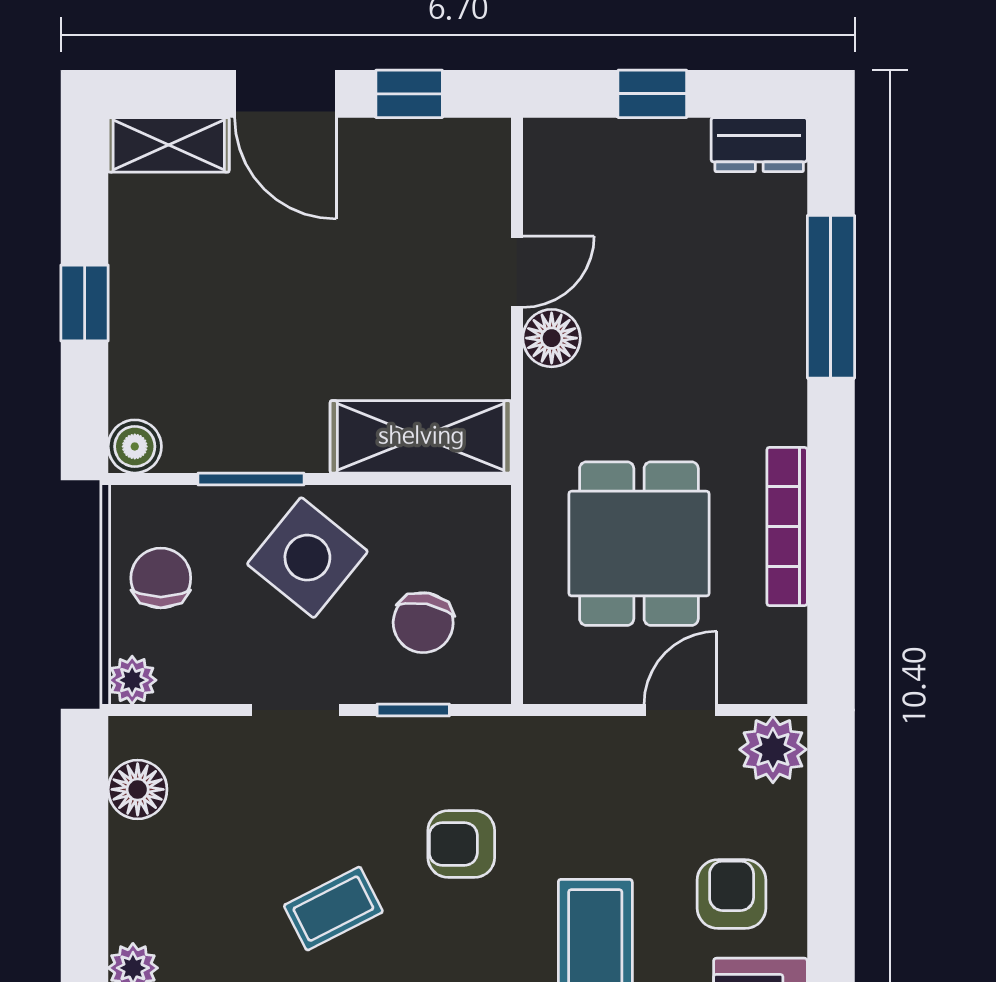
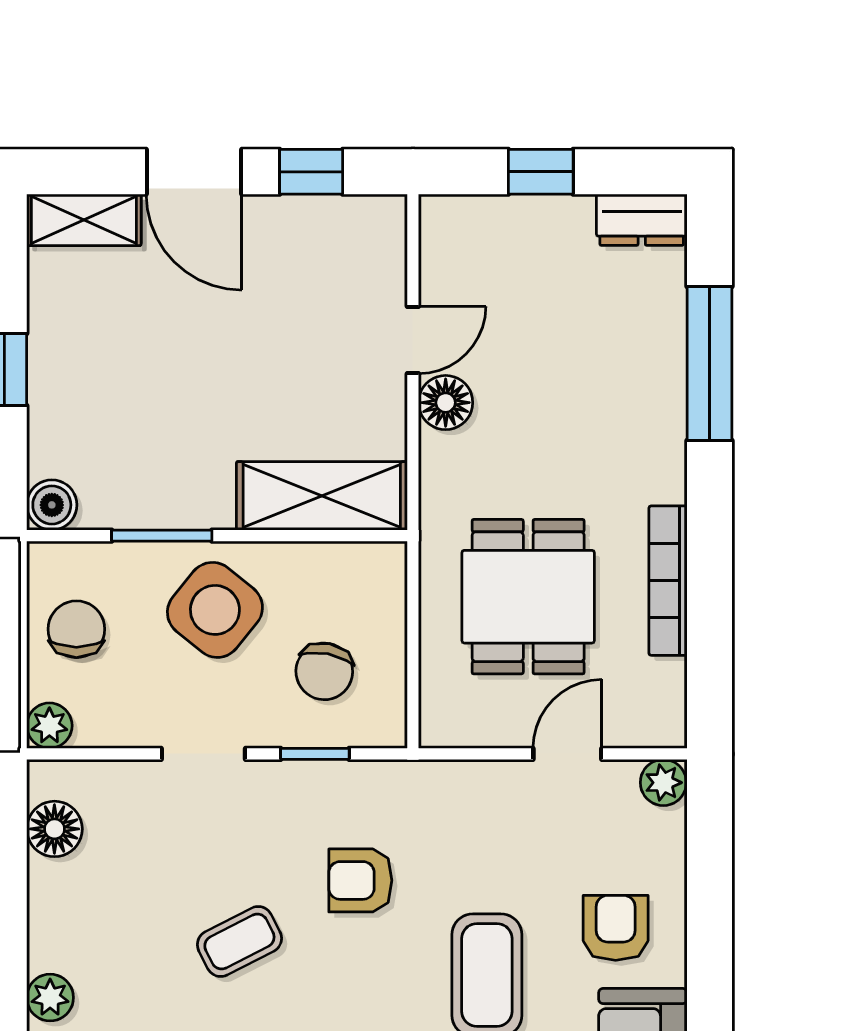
plant: (773, 749) -> (663, 783), width x0.73, depth x0.73

